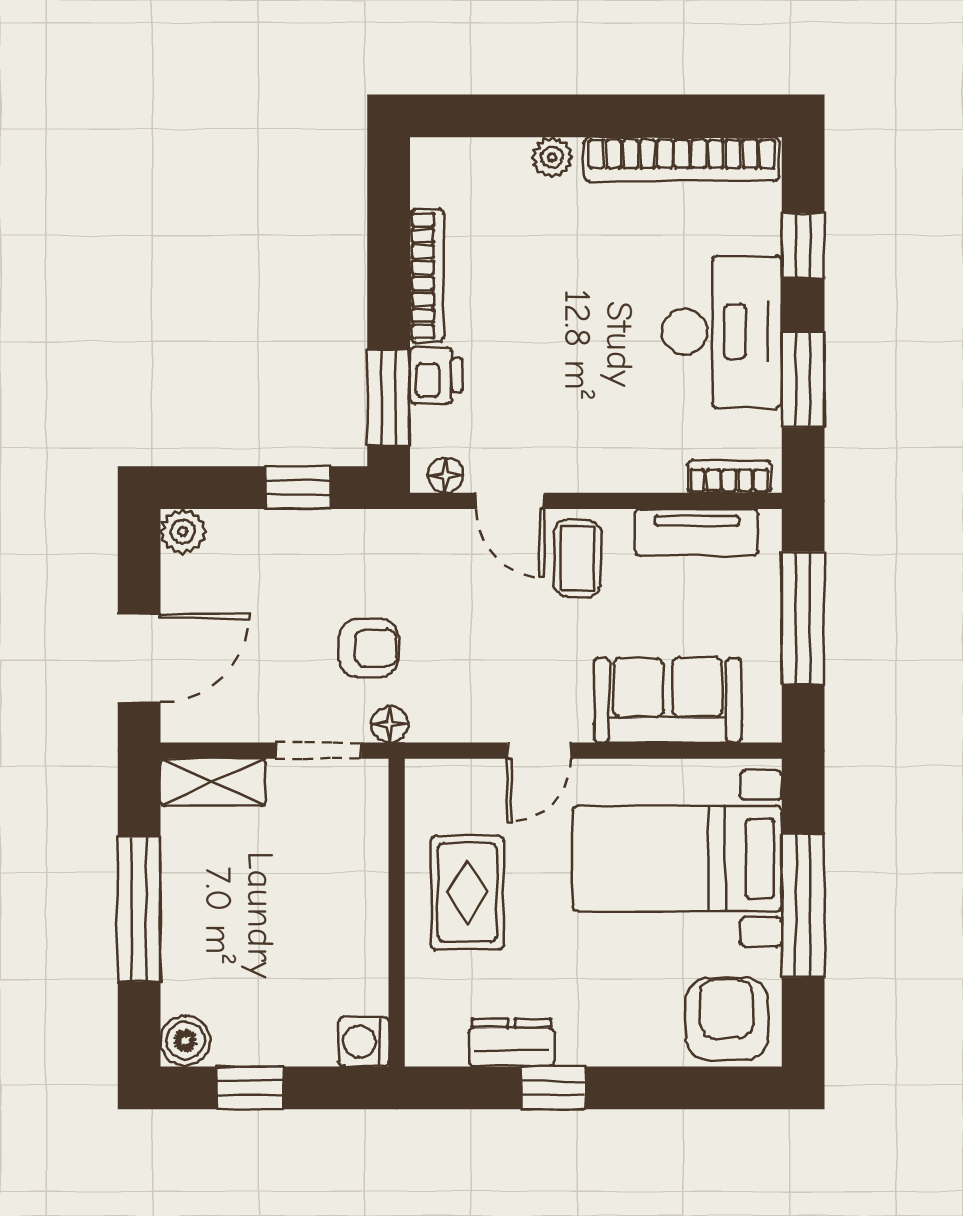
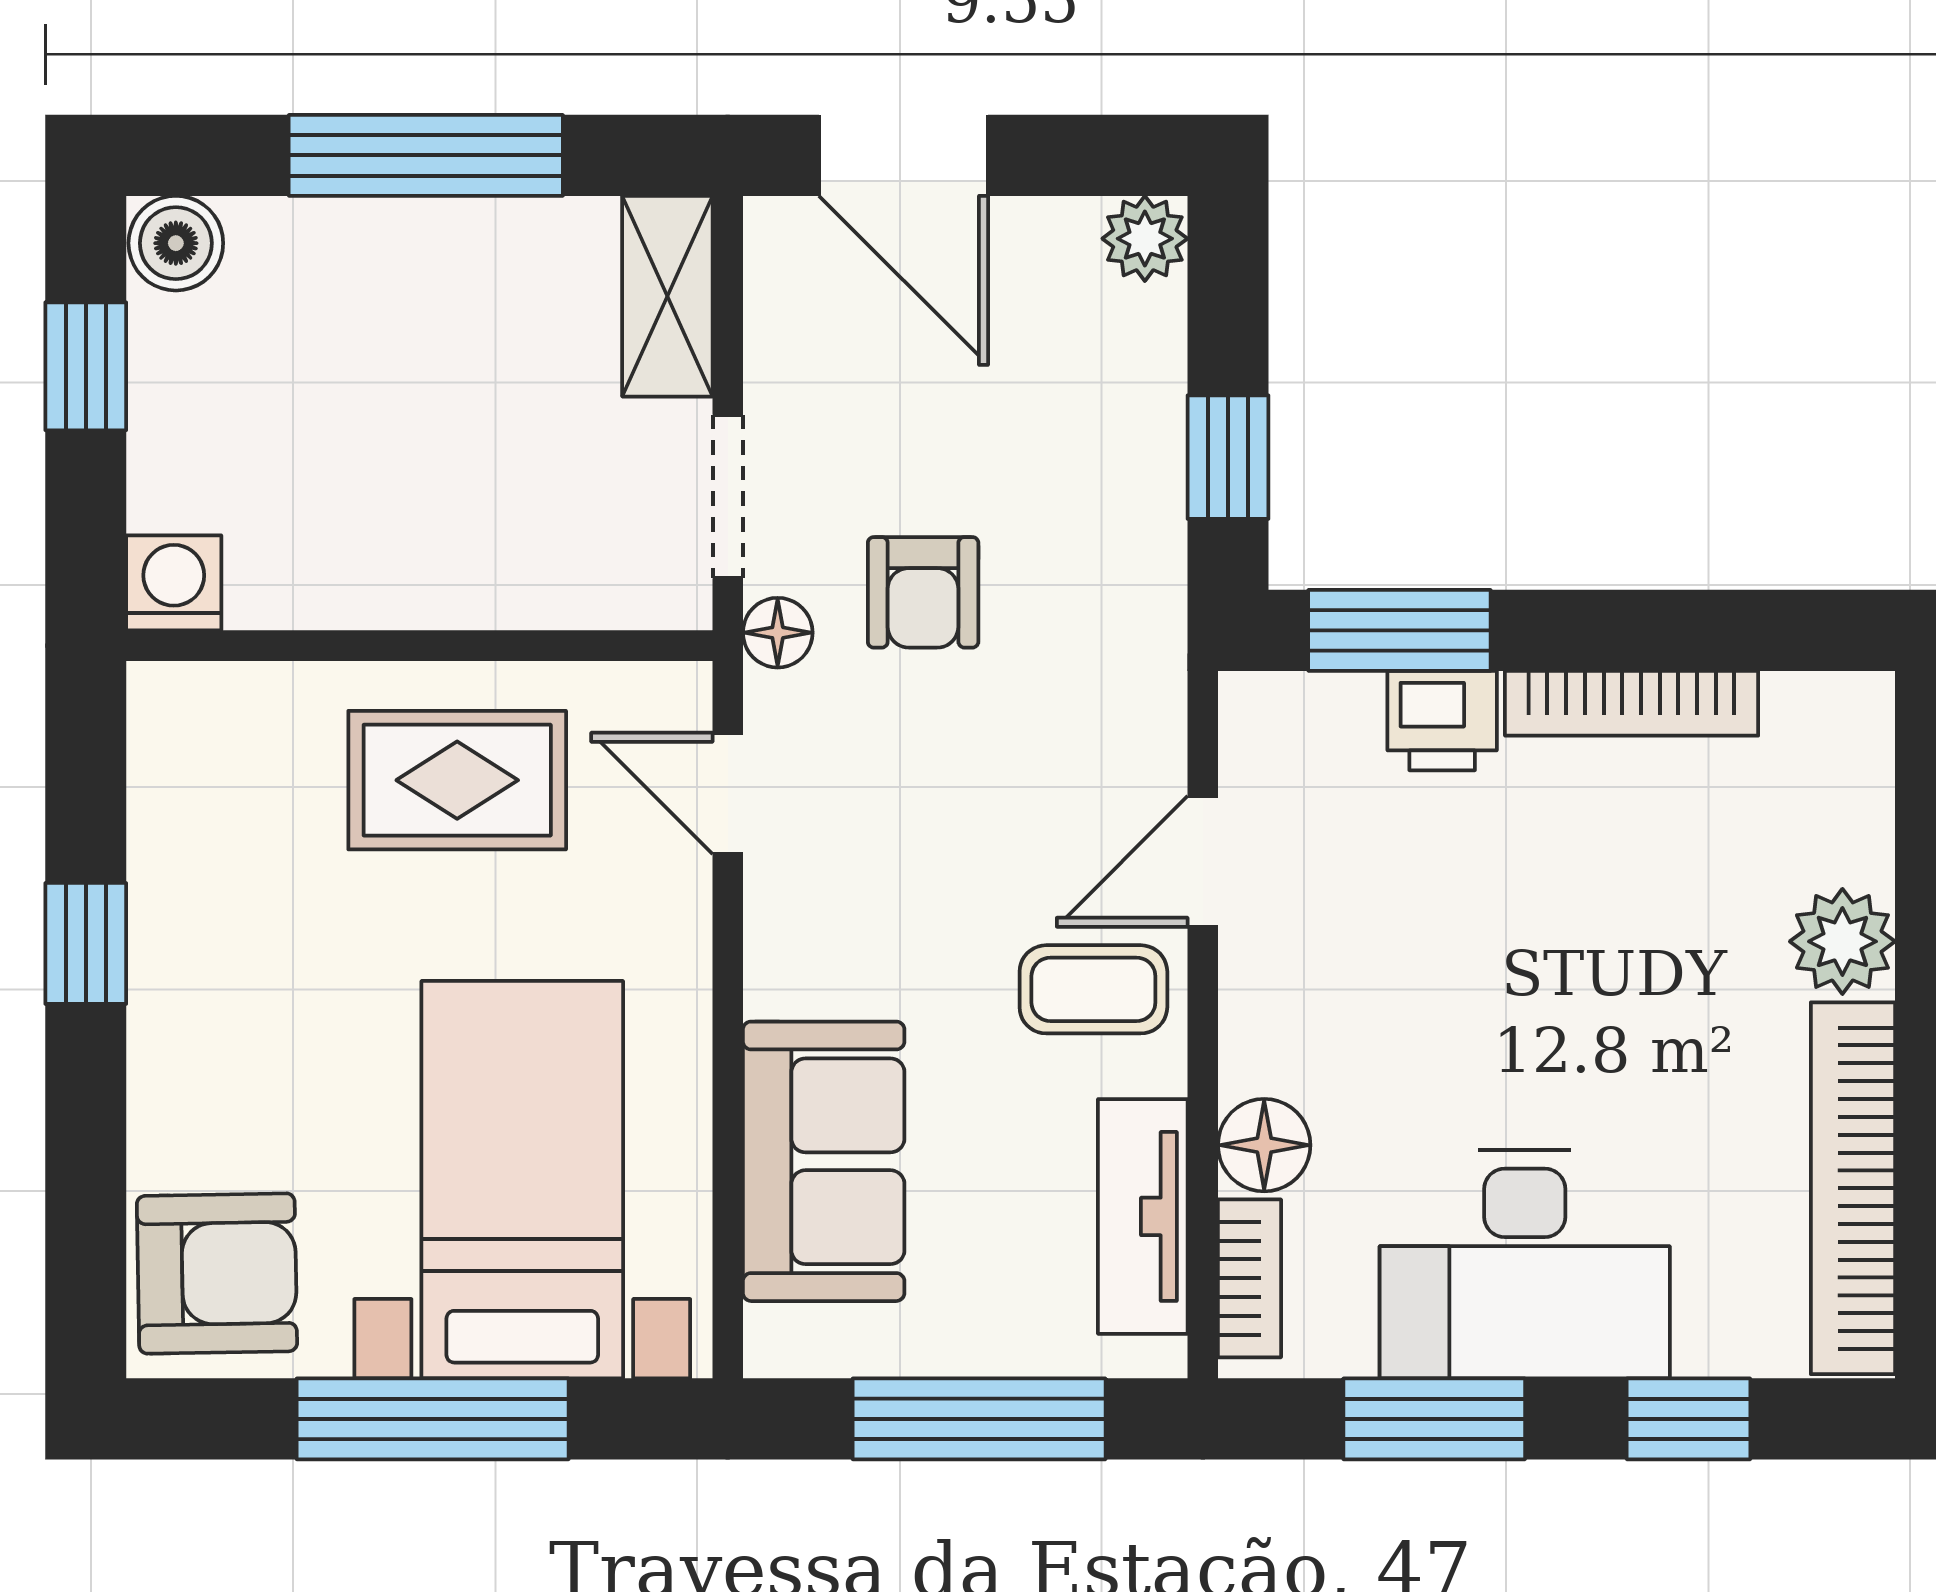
plant: (552, 157) -> (1842, 941), width x1.38, depth x1.38
floor lamp: (445, 475) -> (1264, 1145), moved, width x1.37, depth x1.37
door: (539, 751) -> (728, 793), moved
dresser: (512, 1043) -> (172, 864), removed

